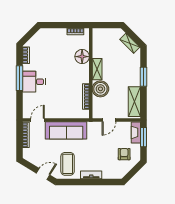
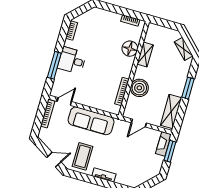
shelving: (97, 69) -> (145, 54), moved
window: (20, 78) -> (54, 65), moved
armchair: (124, 154) -> (145, 163), removed

